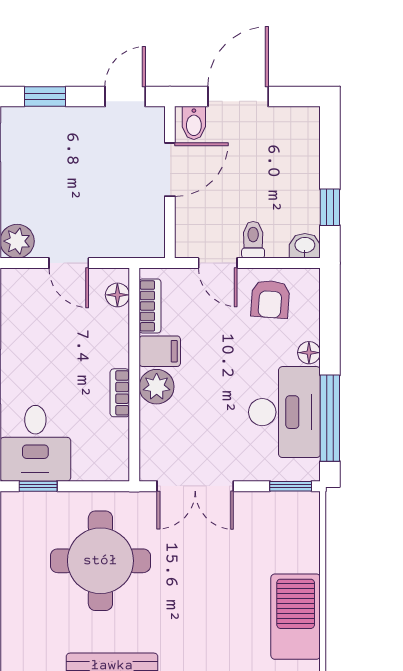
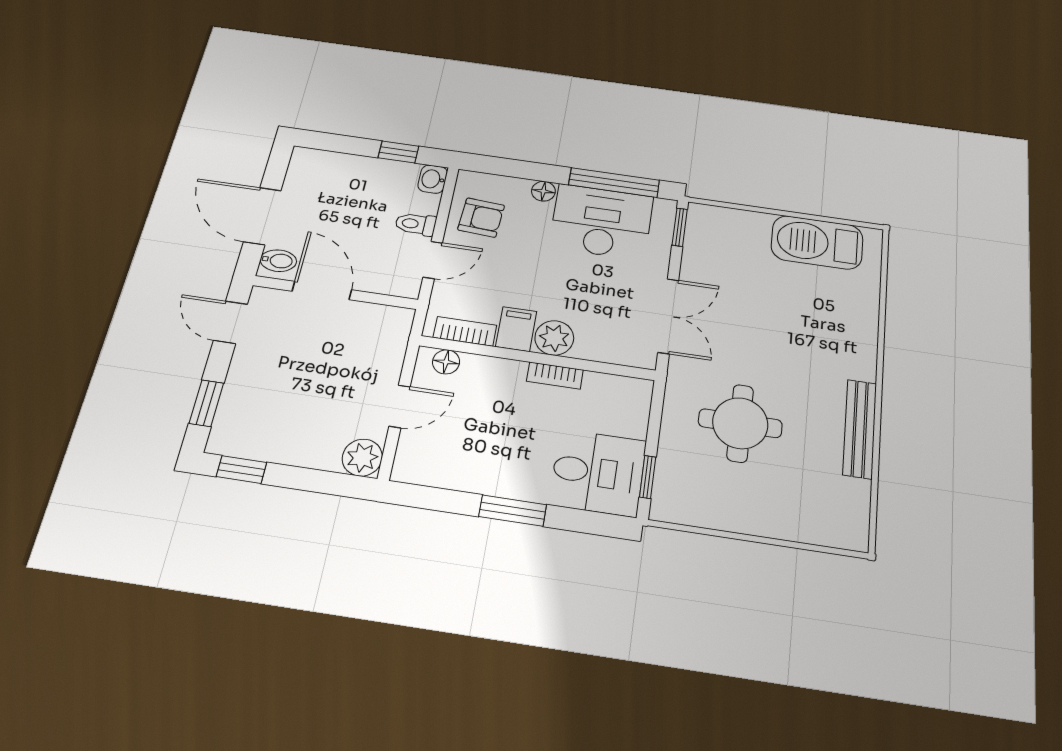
round table: (100, 561) -> (740, 423), width x0.73, depth x0.73

